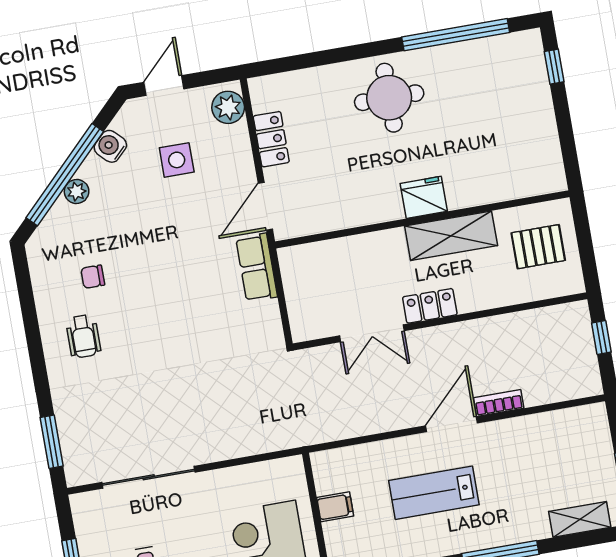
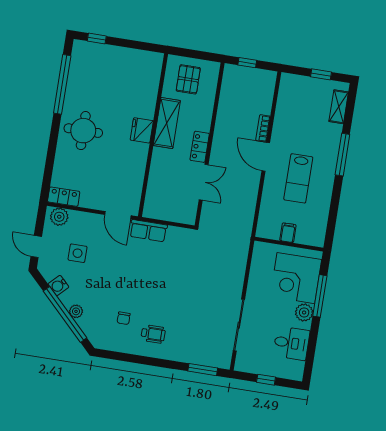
locker: (271, 139) -> (64, 197), moved

